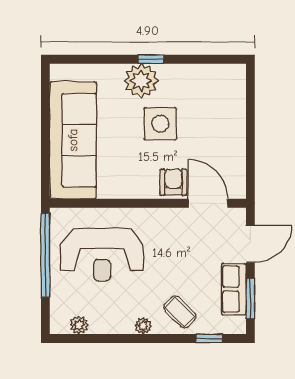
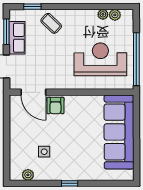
plant: (141, 81) -> (28, 175), moved, width x0.53, depth x0.53
side table: (160, 124) -> (44, 152), moved, width x0.54, depth x0.54
plant: (143, 326) -> (103, 14), moved

